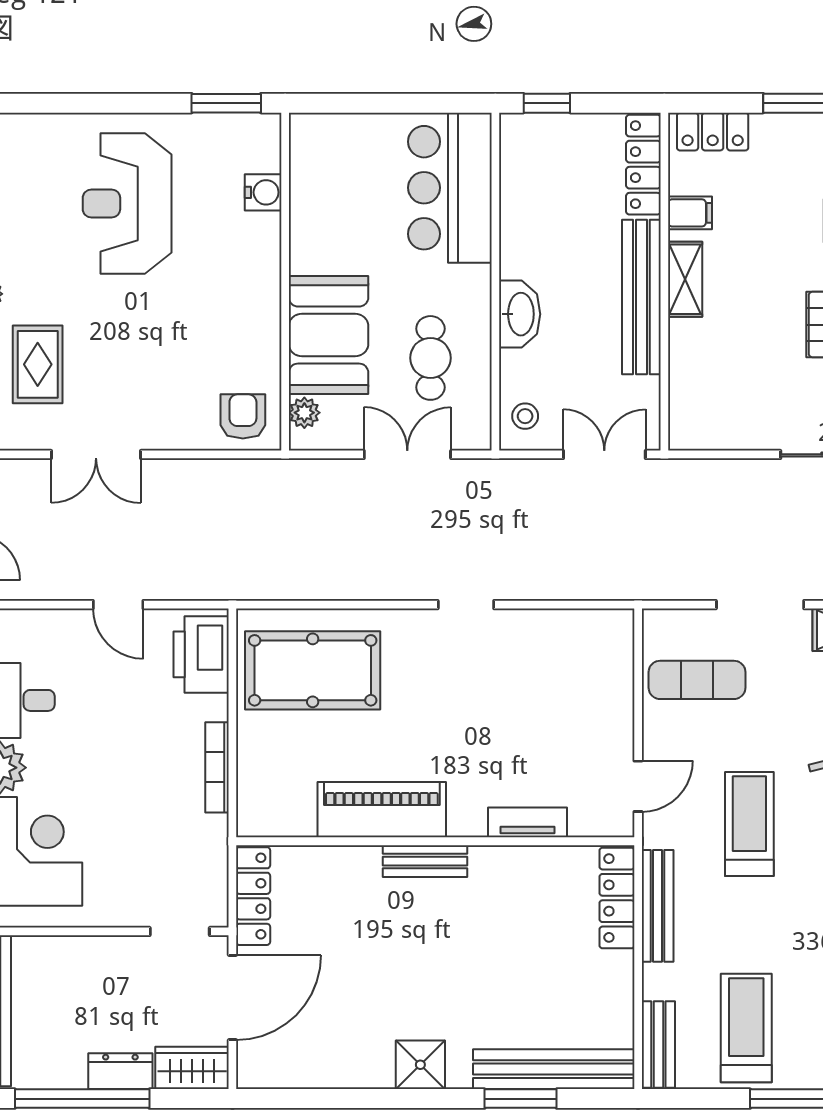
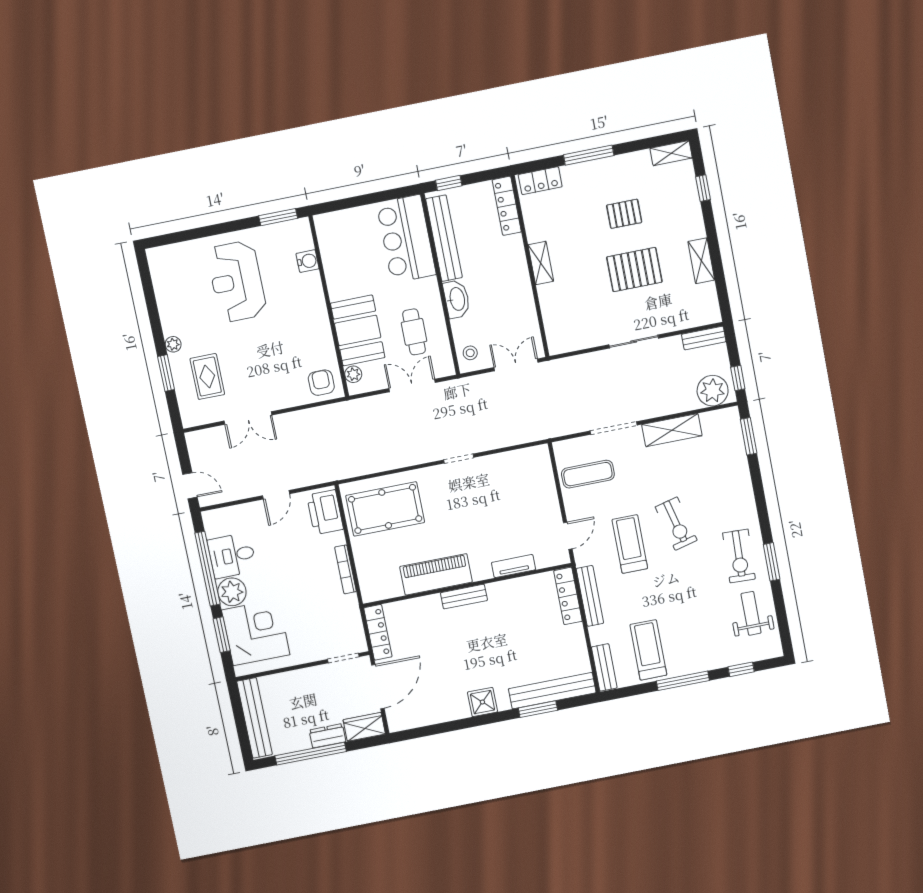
filing cabinet: (690, 213) -> (537, 227), removed
bench: (641, 297) -> (444, 238), moved
door: (118, 605) -> (276, 495), hinge flipped

